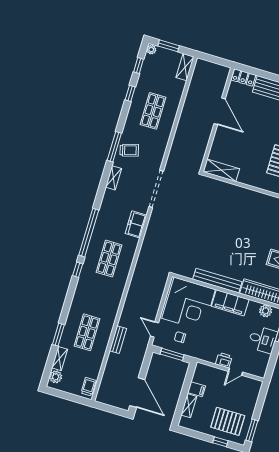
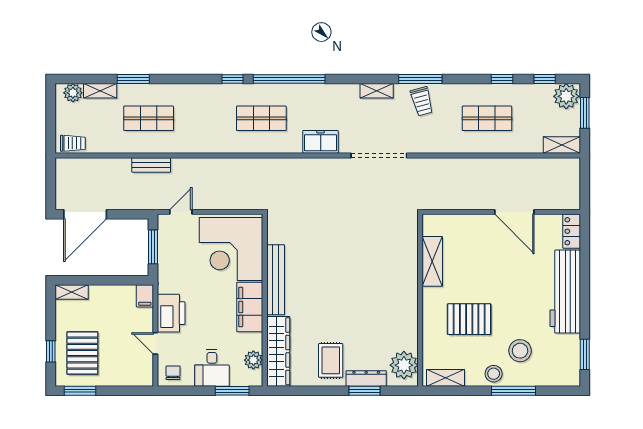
plant: (151, 50) -> (566, 96), width x1.88, depth x1.88
door: (220, 111) -> (514, 212), hinge flipped
shelving: (221, 170) -> (432, 261), moved
chair: (180, 337) -> (173, 373), moved
printer: (224, 360) -> (171, 313), width x1.87, depth x1.48
filing cabinet: (197, 389) -> (145, 296), moved
shelving: (189, 406) -> (72, 292), moved

